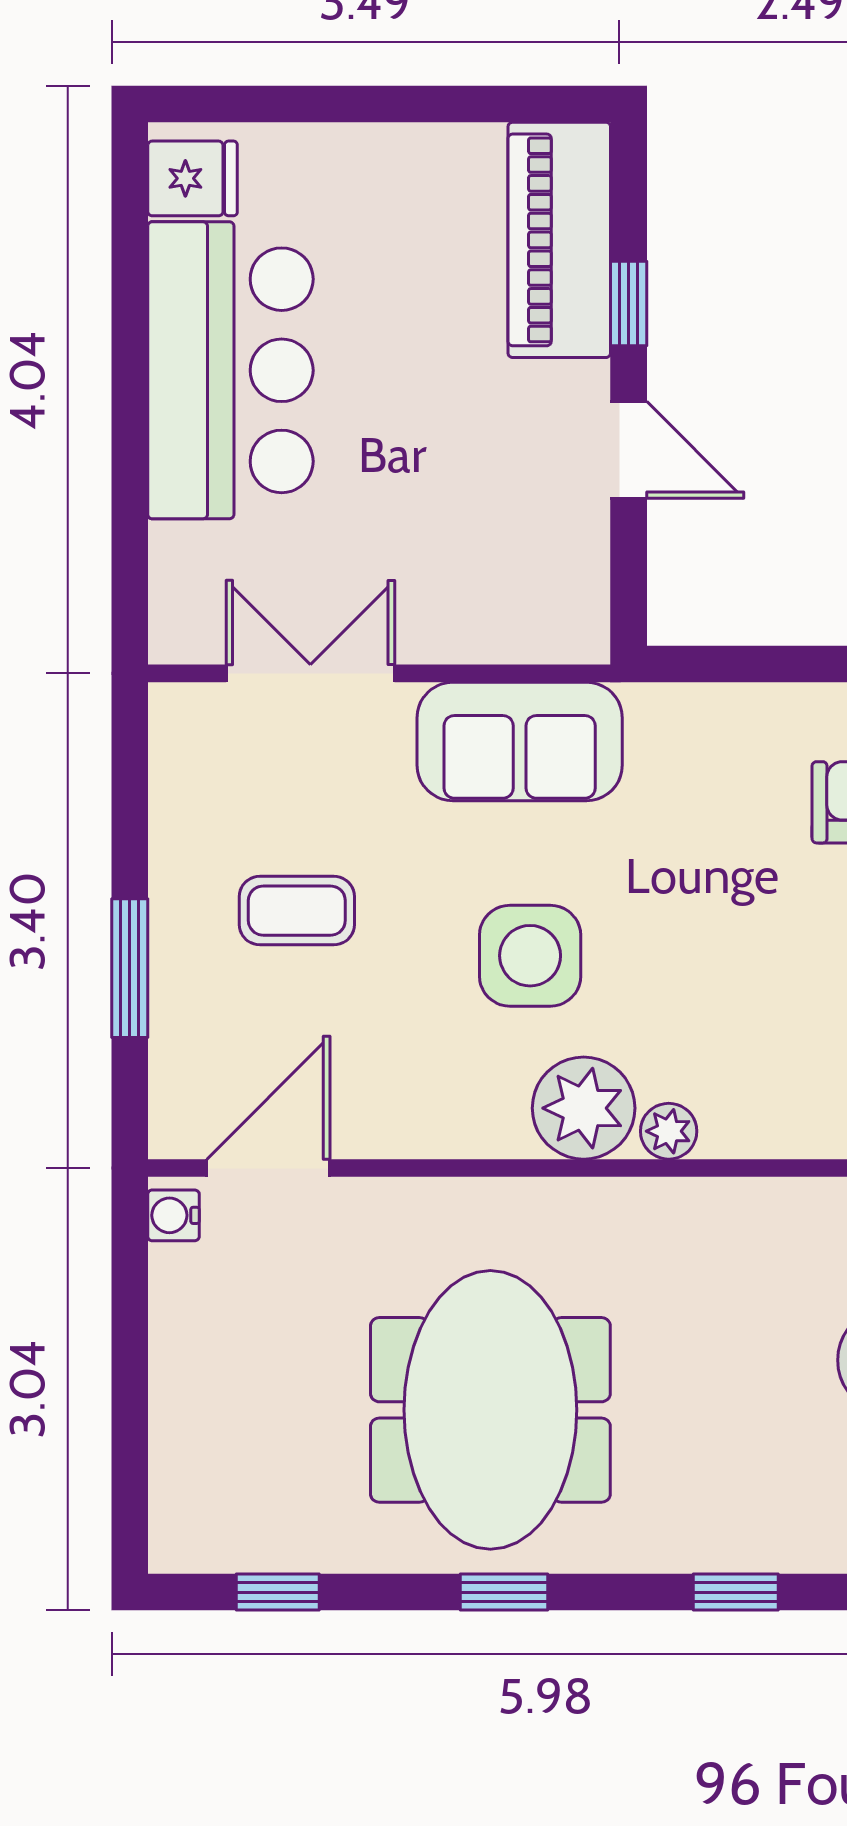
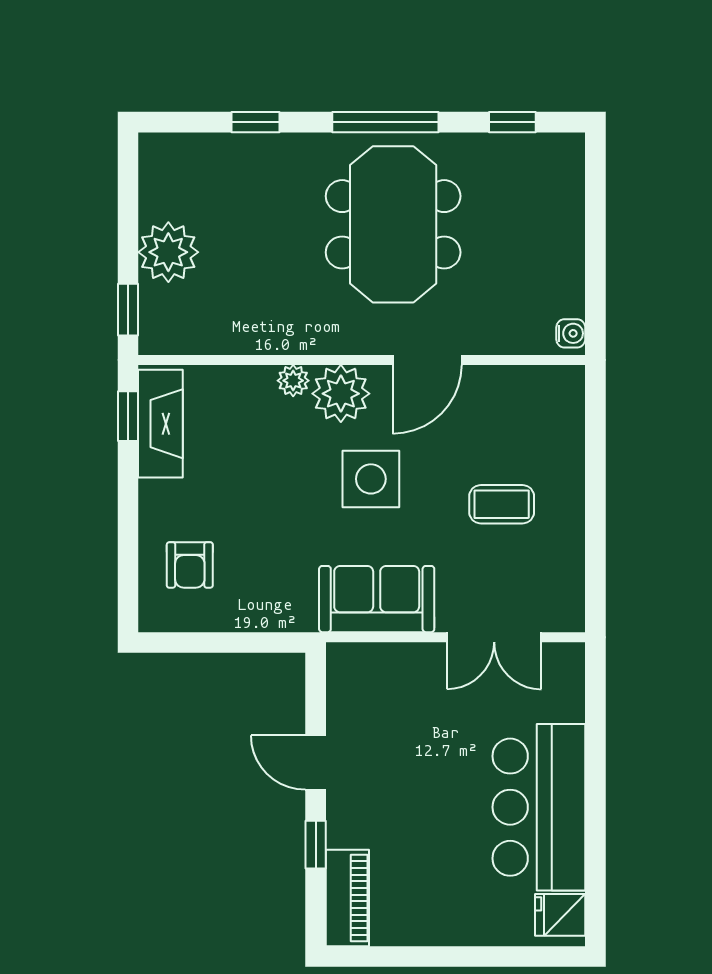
piano: (559, 240) -> (347, 898), width x0.73, depth x0.75
window: (130, 968) -> (595, 472), removed
door: (268, 1168) -> (427, 360), moved
window: (504, 1592) -> (385, 122), width x2.17

